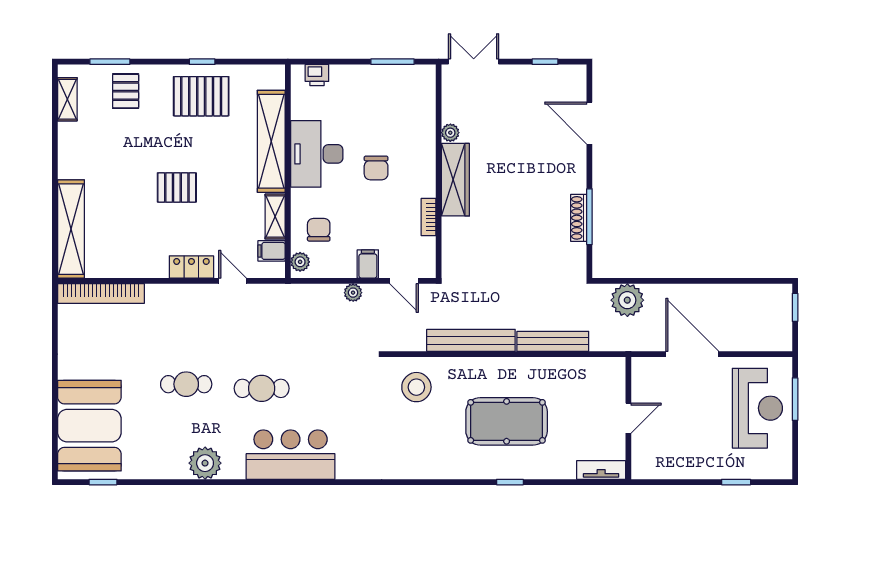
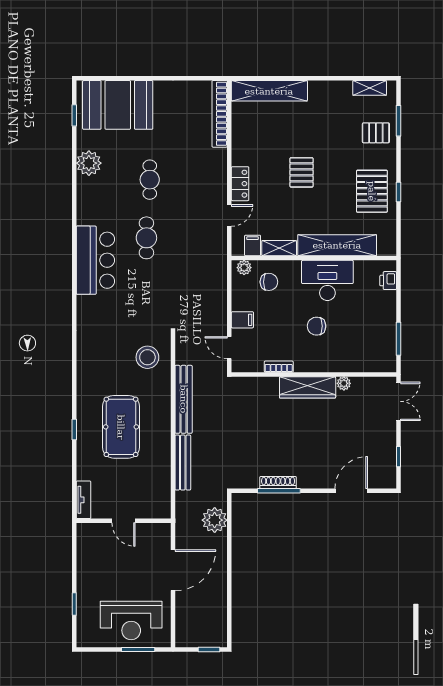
door: (404, 281) -> (229, 348), hinge flipped
plant: (353, 293) -> (220, 308), removed
plant: (205, 463) -> (89, 163), moved

